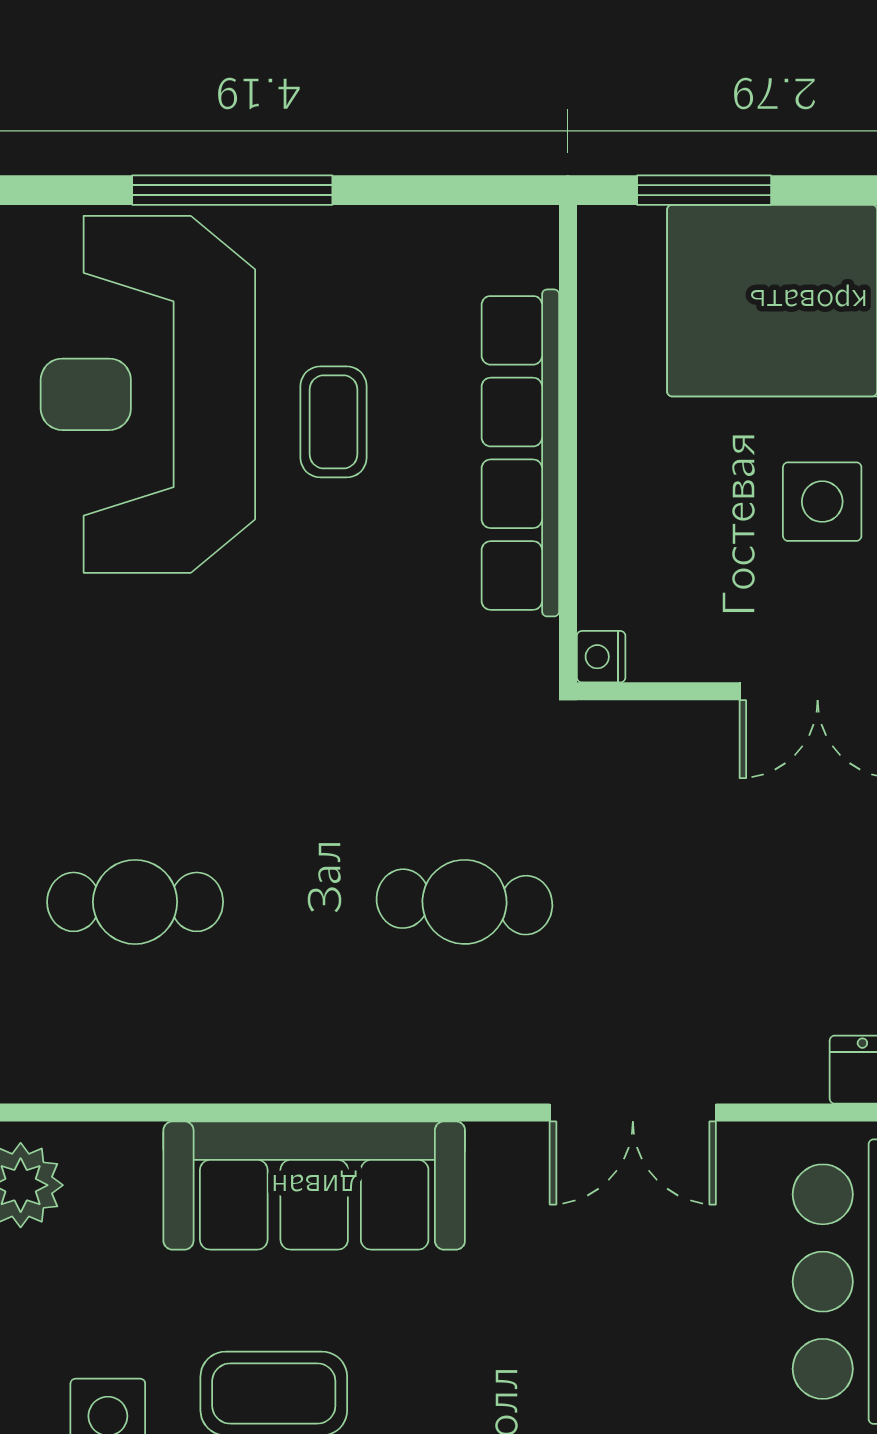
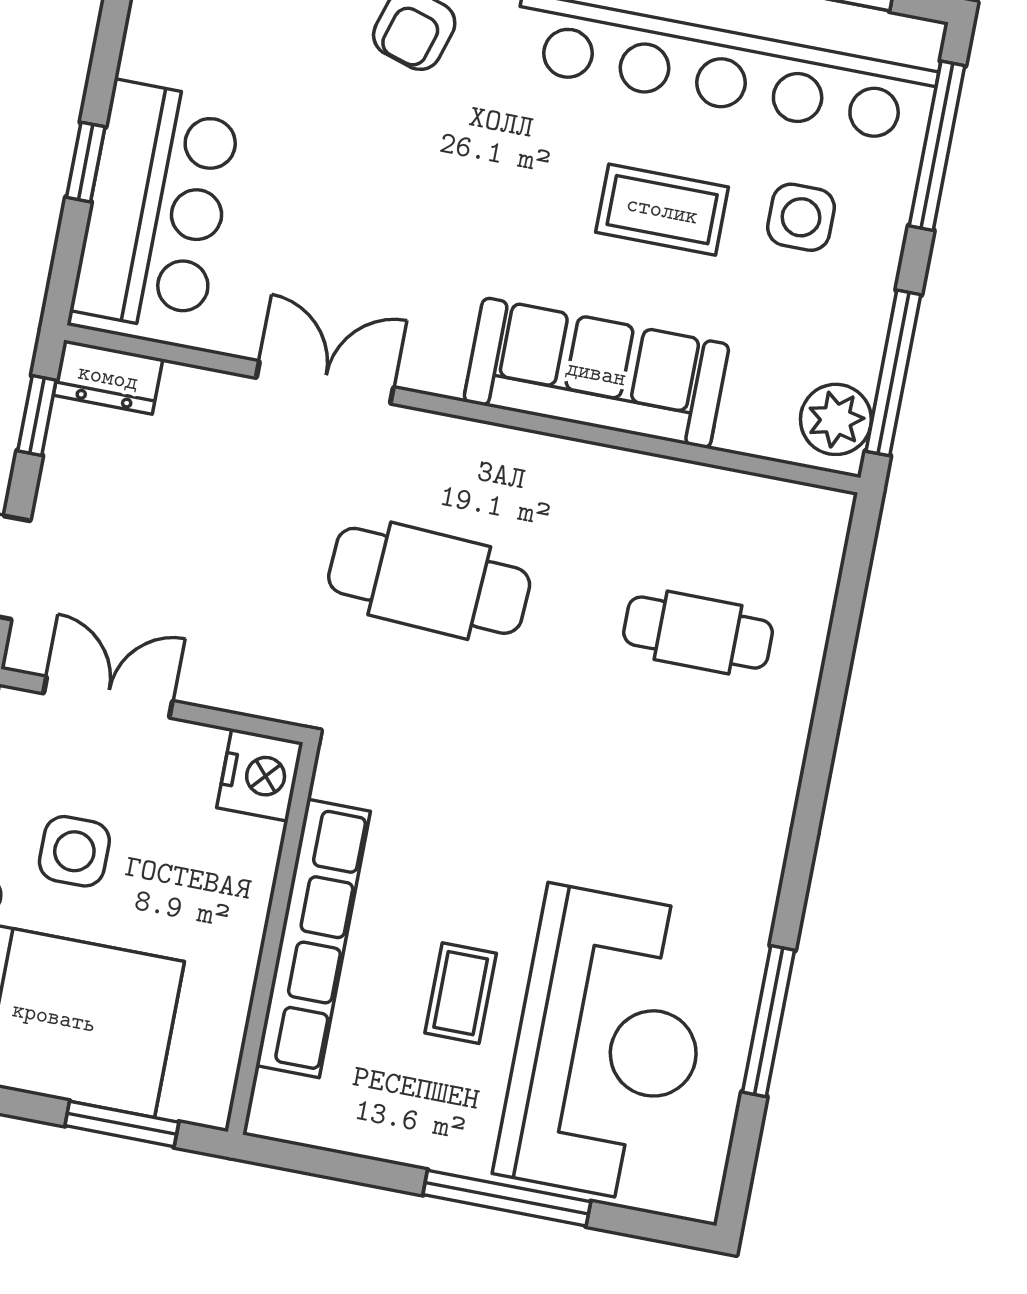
nightstand: (601, 657) -> (260, 775), width x1.89, depth x1.79
cafe table: (464, 902) -> (429, 581), width x1.37, depth x1.35

